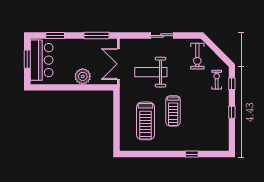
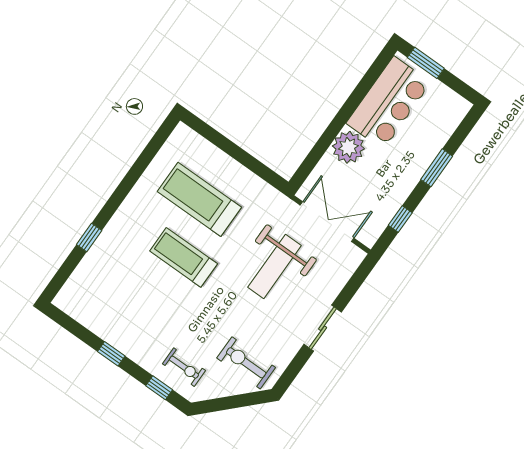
window: (55, 36) -> (437, 168), moved
window: (97, 36) -> (400, 219), width x0.46
window: (27, 59) -> (426, 63), moved
bar counter: (42, 60) -> (389, 103), moved, turned -90
weight bench: (151, 72) -> (275, 266), turned 180

